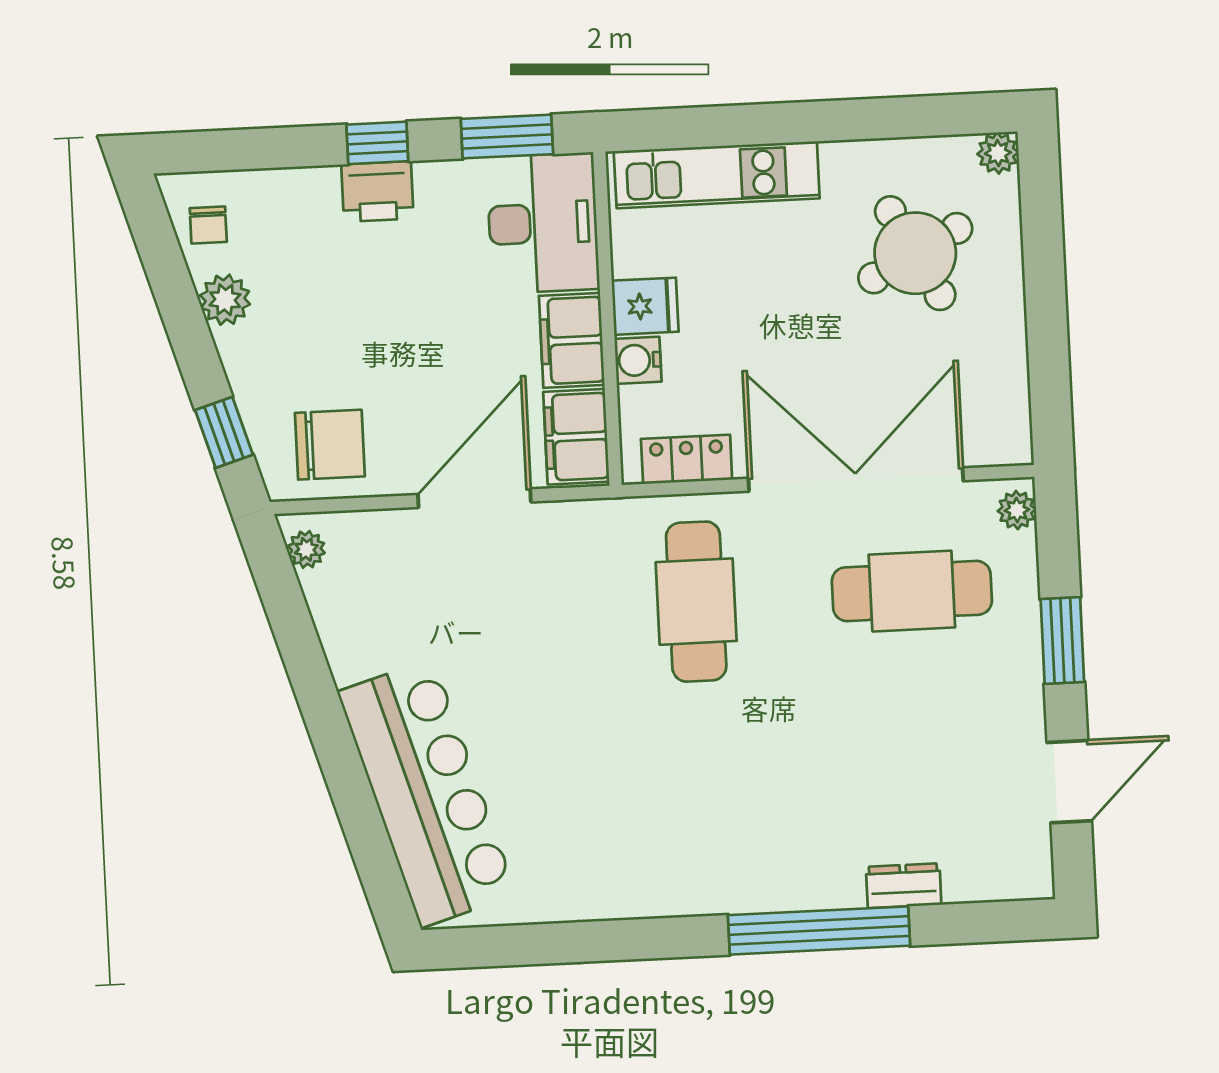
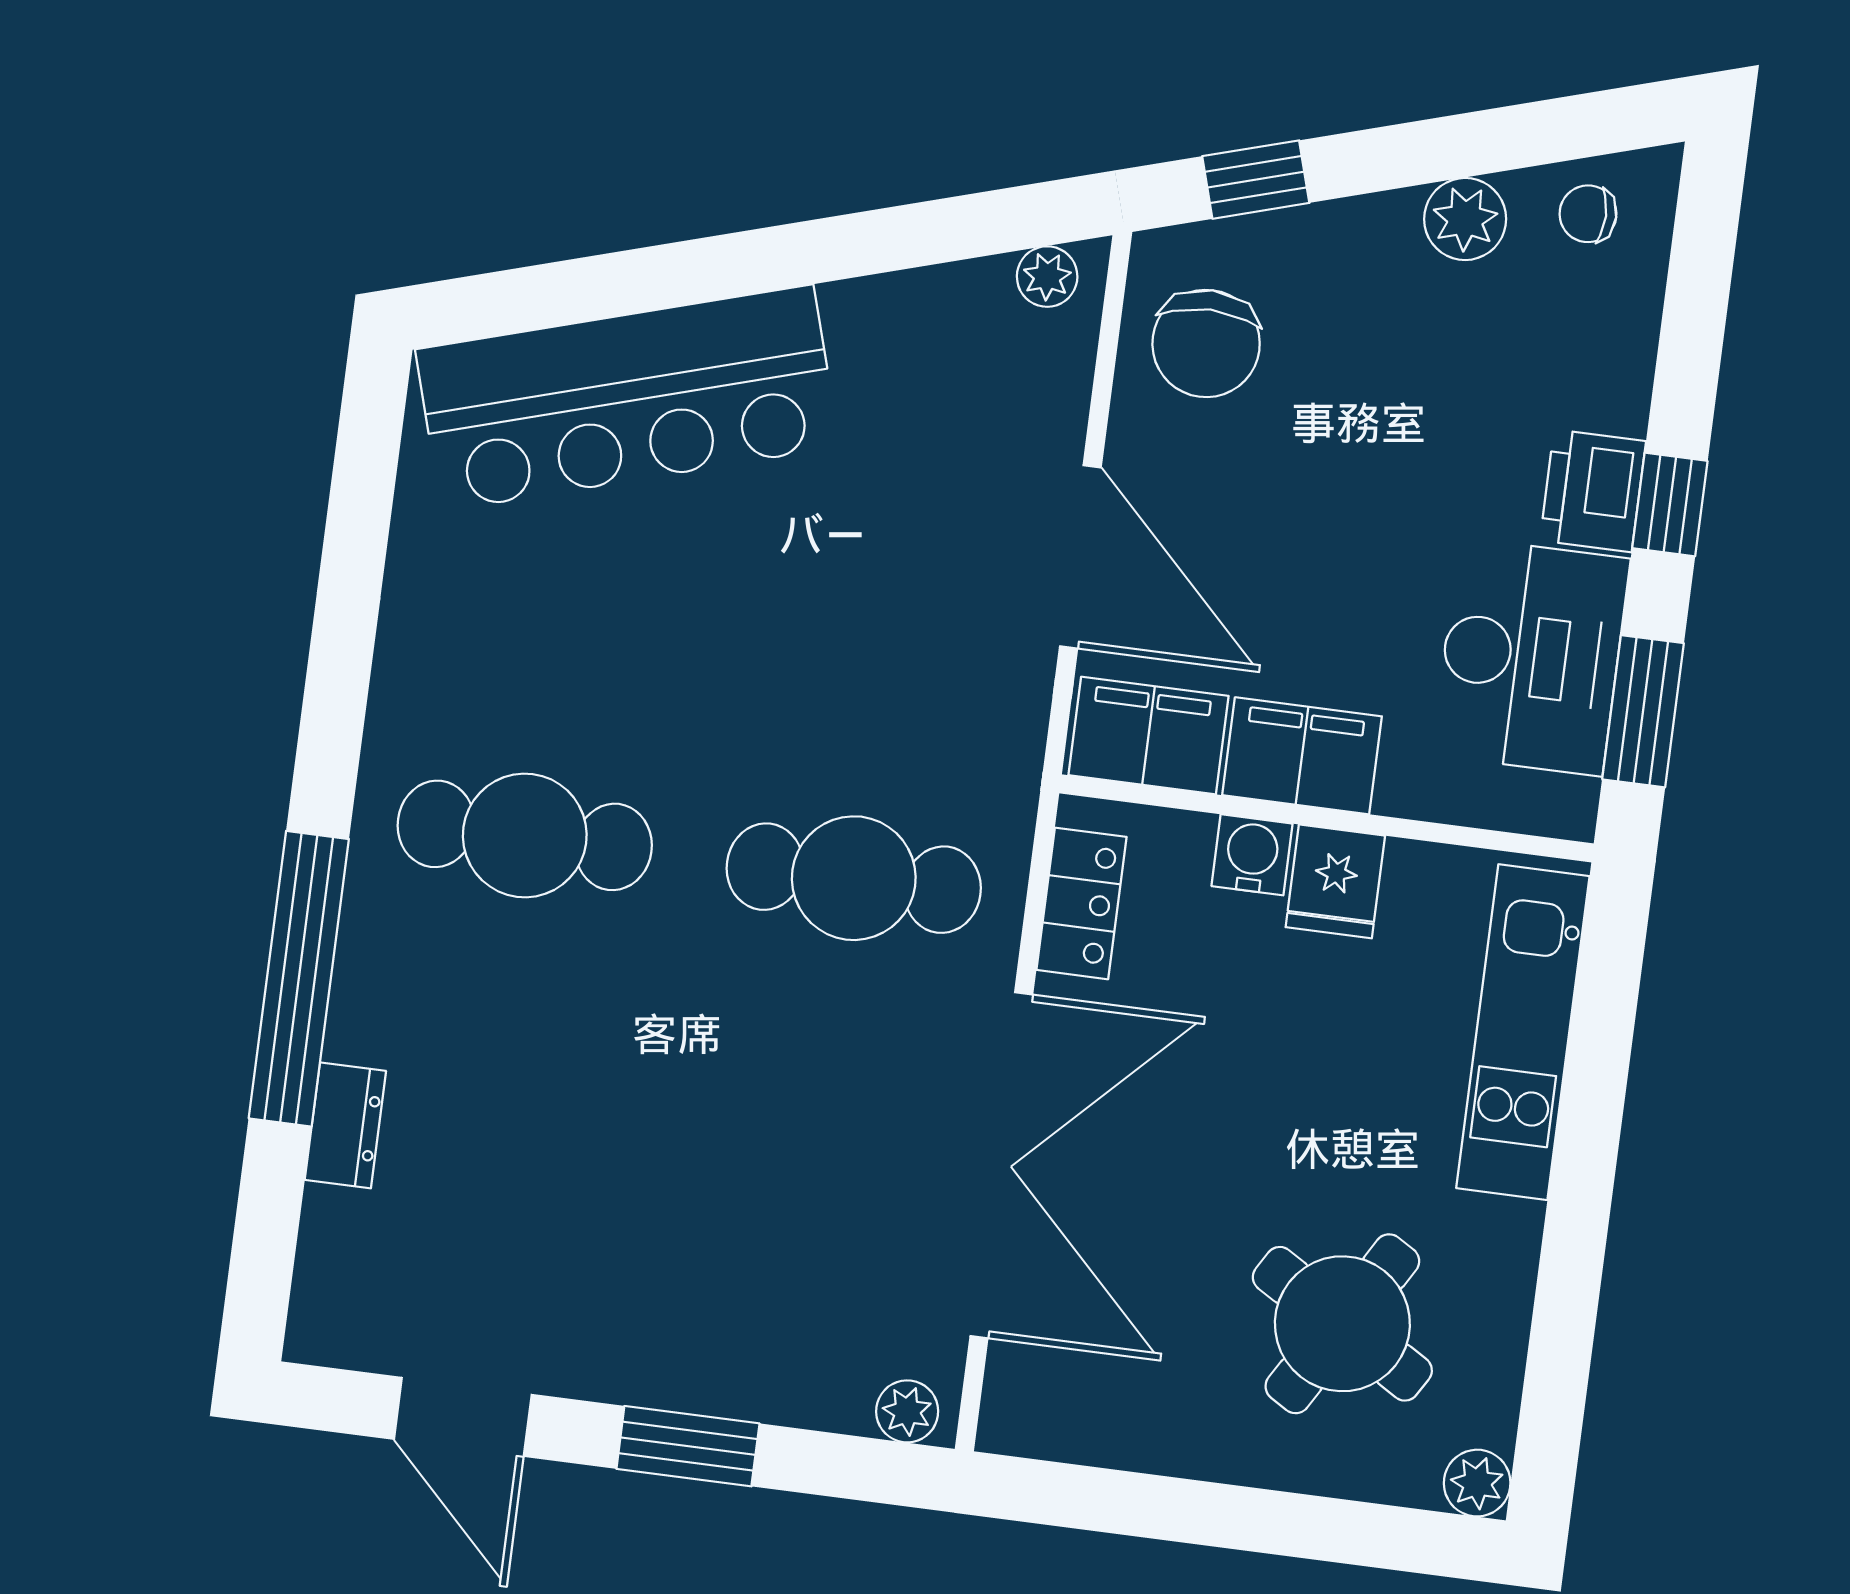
desk: (543, 223) -> (1531, 657), moved, turned -90
round table: (915, 253) -> (1342, 1324), turned -31
cafe table: (912, 591) -> (525, 835), moved, turned 90

